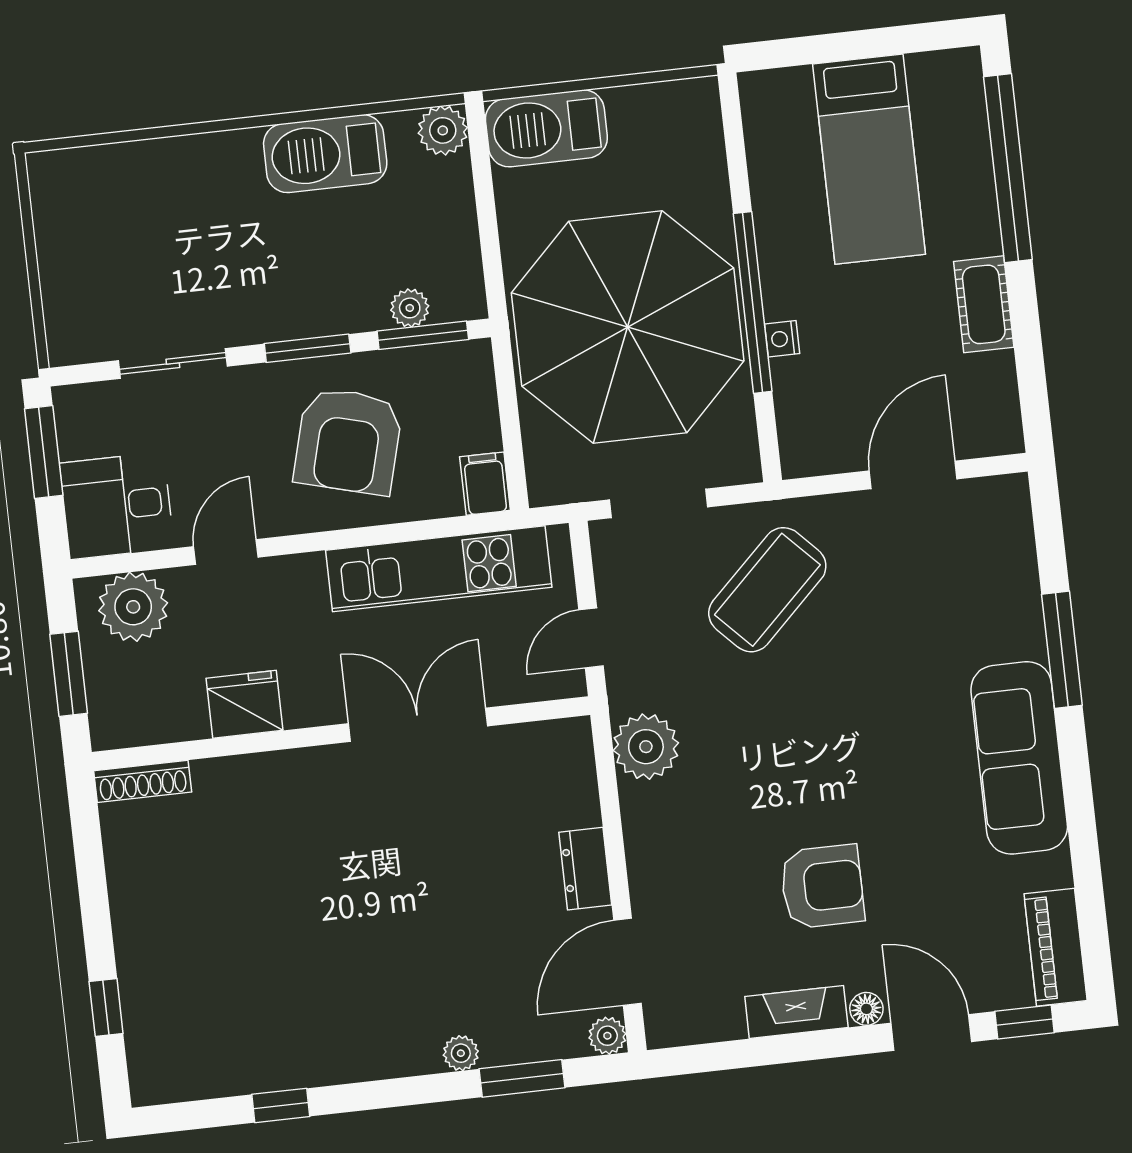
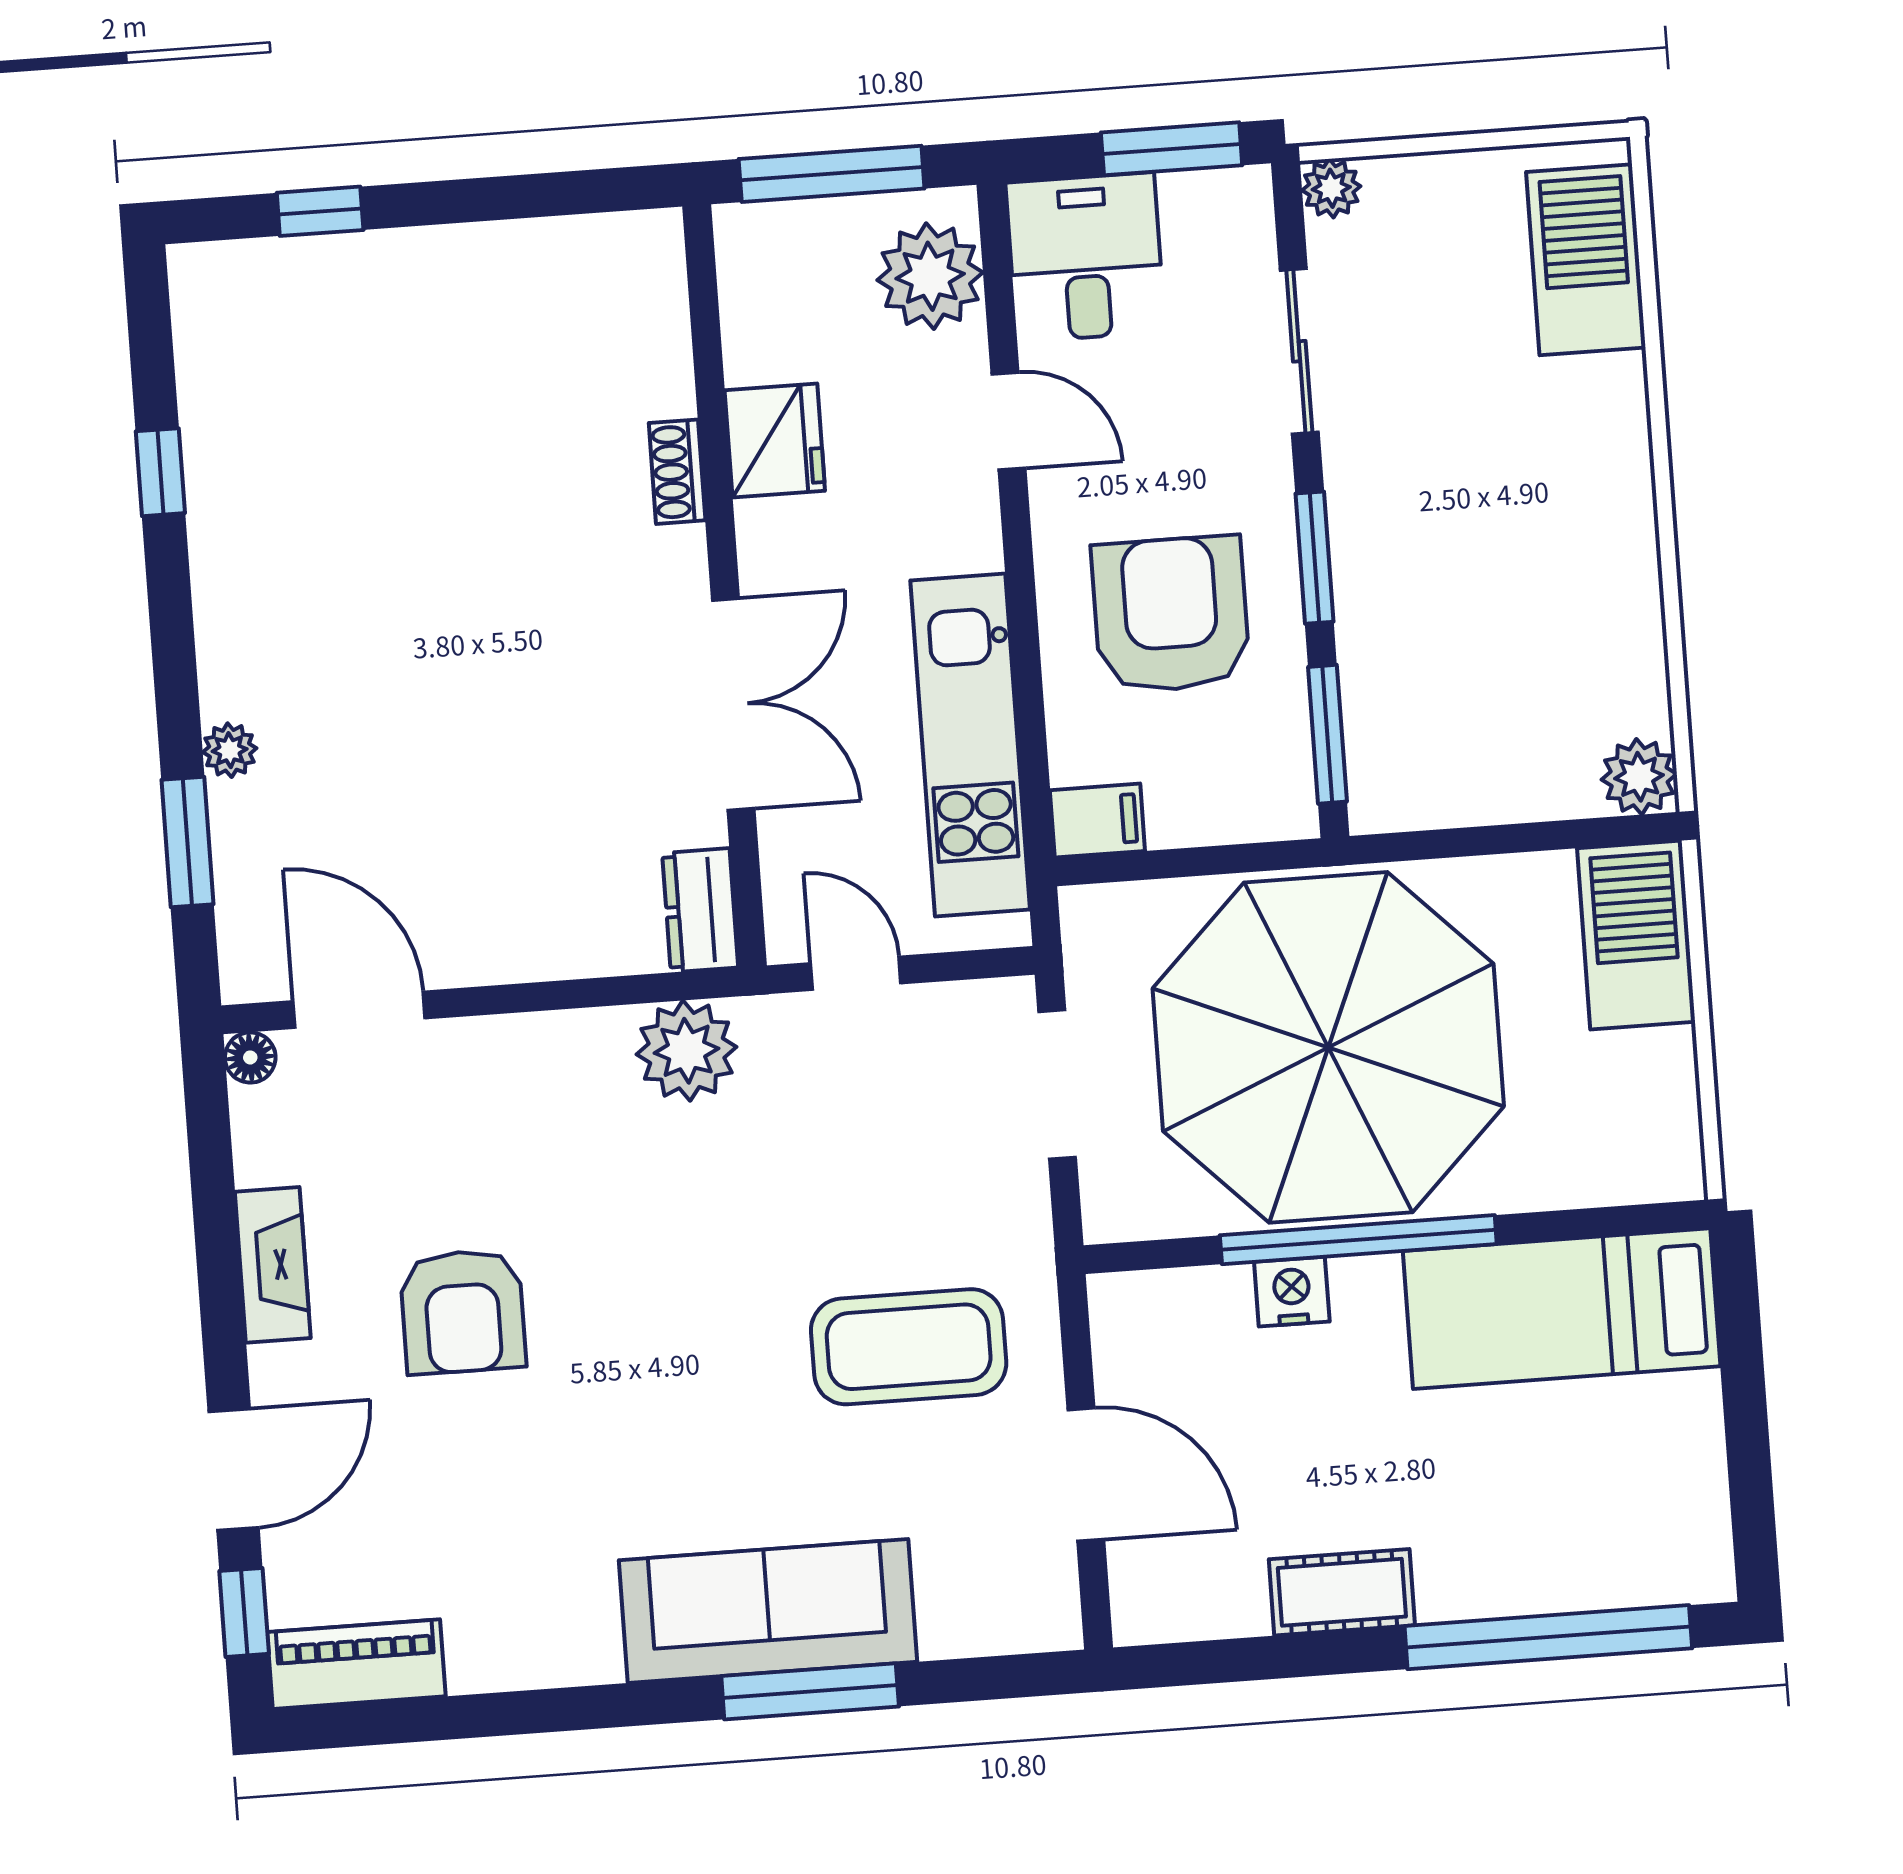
barbecue: (325, 154) -> (1586, 260), moved
bed: (869, 159) -> (1562, 1309), moved
plant: (410, 308) -> (1331, 188), moved
nightstand: (782, 339) -> (1292, 1292), width x1.39, depth x1.35
armchair: (348, 441) -> (1171, 614), turned 75
coffee table: (767, 590) -> (909, 1347), moved, turned -46
window: (69, 674) -> (832, 174), width x1.44
sofa: (1019, 758) -> (768, 1611), moved
shoe rack: (143, 781) -> (677, 472), moved, width x0.70
dresser: (585, 869) -> (700, 910), moved, turned -90
floor lamp: (866, 1009) -> (250, 1057), moved
plant: (607, 1036) -> (248, 975), removed

